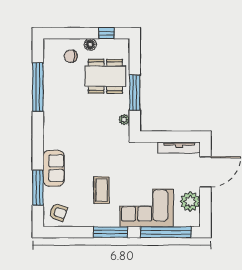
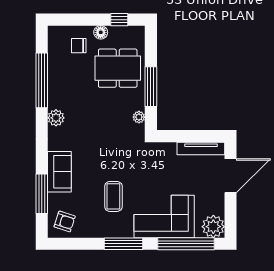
plant: (51, 120) -> (56, 118), added
plant: (190, 201) -> (213, 227), moved

